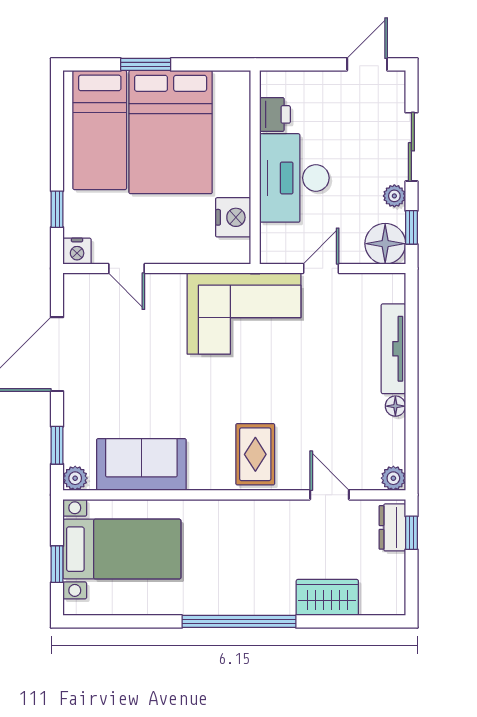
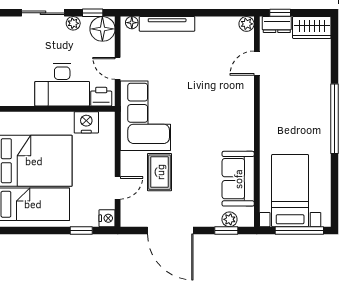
printer: (275, 114) -> (101, 97), moved
floor lamp: (395, 406) -> (132, 23), moved
rug: (255, 454) -> (160, 172), moved, turned 90
plant: (75, 478) -> (229, 219), moved
window: (57, 564) -> (299, 230), width x2.17
wardrobe: (327, 597) -> (312, 27), moved, turned -90

